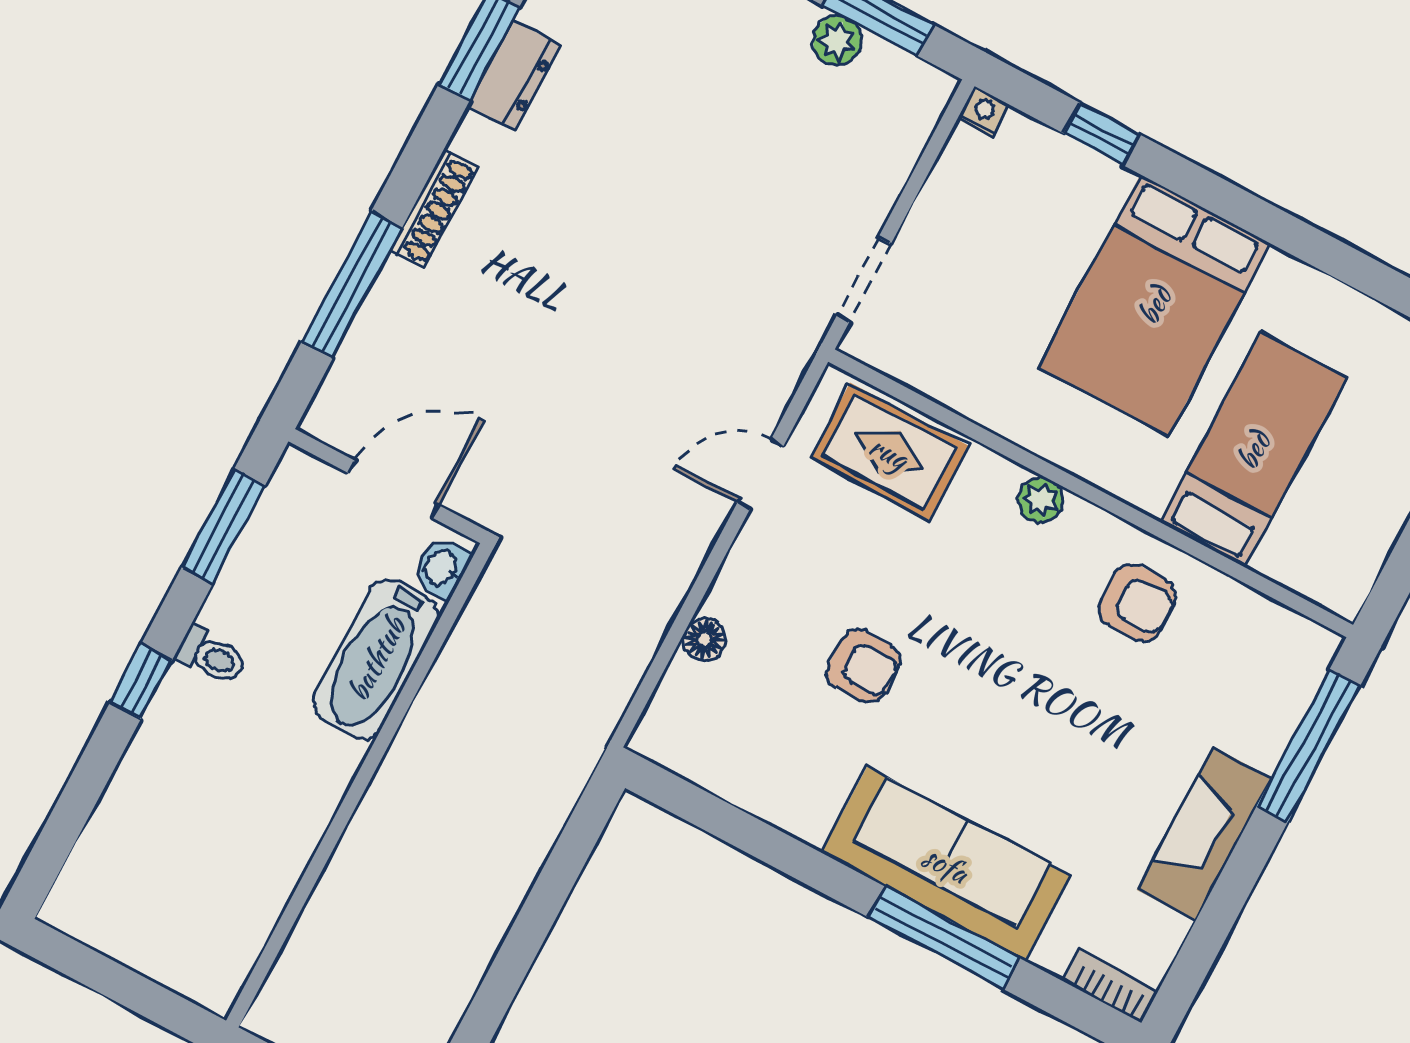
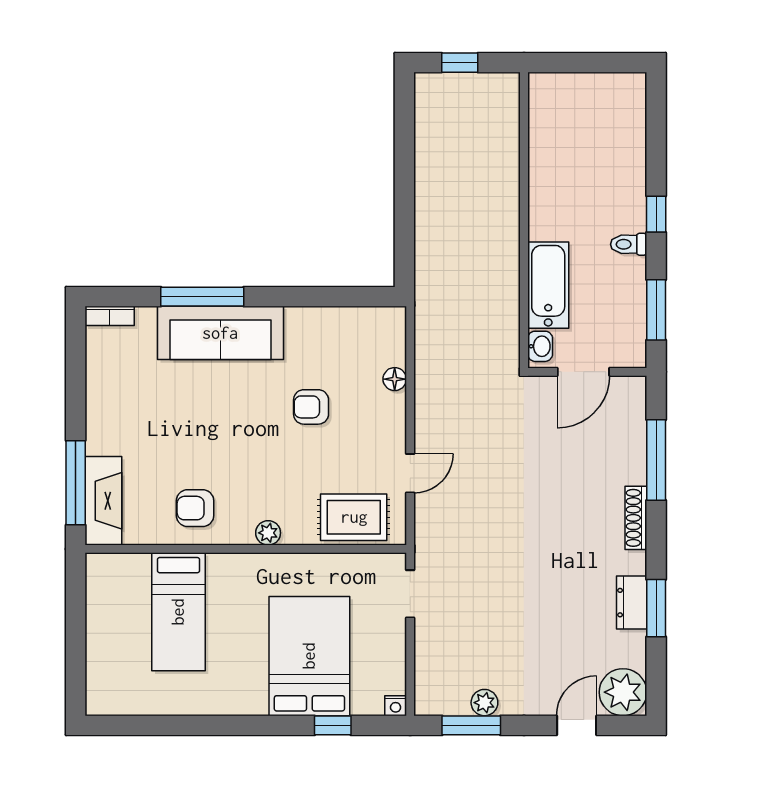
bed: (1154, 305) -> (309, 656), moved
fireplace: (1204, 834) -> (103, 501), moved

